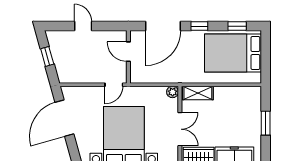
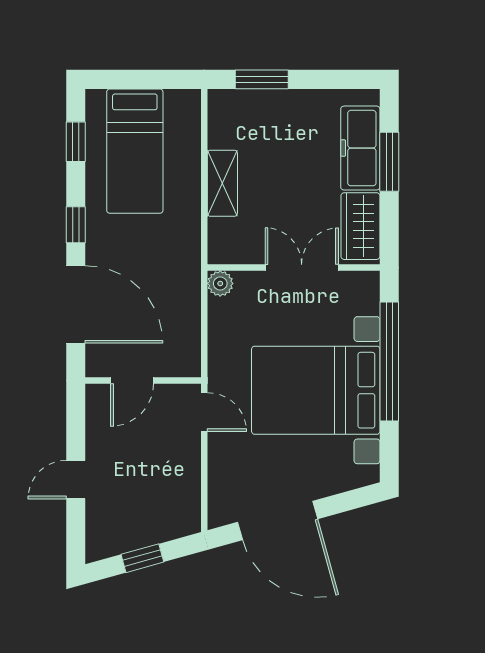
bed: (233, 53) -> (135, 151), width x0.67
shelving: (198, 93) -> (222, 183), moved
window: (266, 123) -> (262, 79), moved

